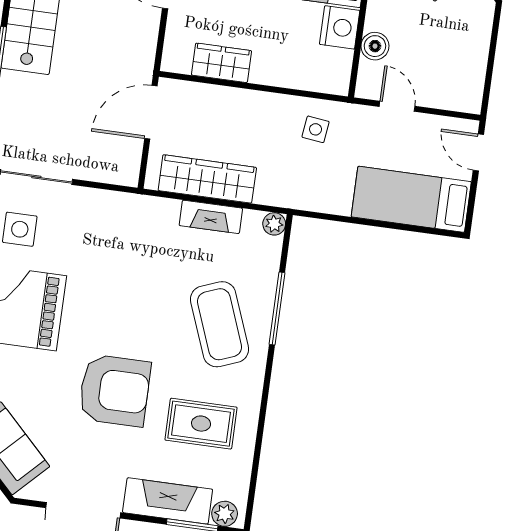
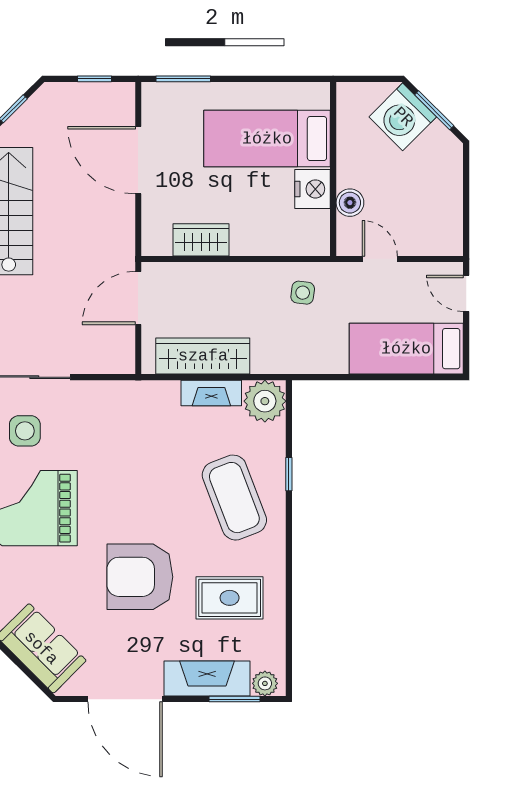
plant: (274, 224) -> (265, 401), width x1.88, depth x1.88
window: (277, 308) -> (289, 474), width x0.46
armchair: (115, 390) -> (140, 577), turned 180

